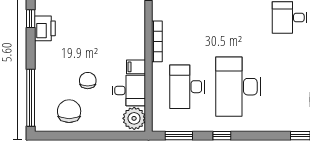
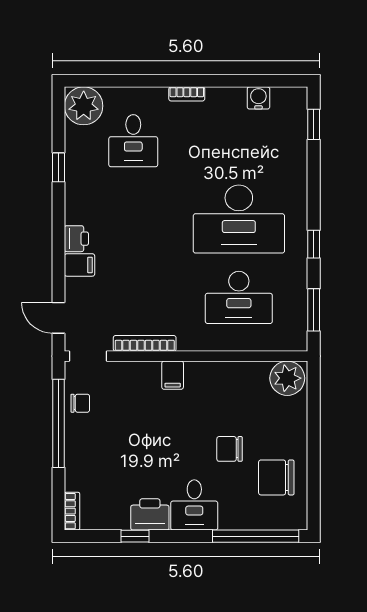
bookcase: (157, 41) -> (145, 343), moved
filing cabinet: (136, 67) -> (173, 375), moved
desk: (129, 90) -> (194, 505), moved, turned 180

